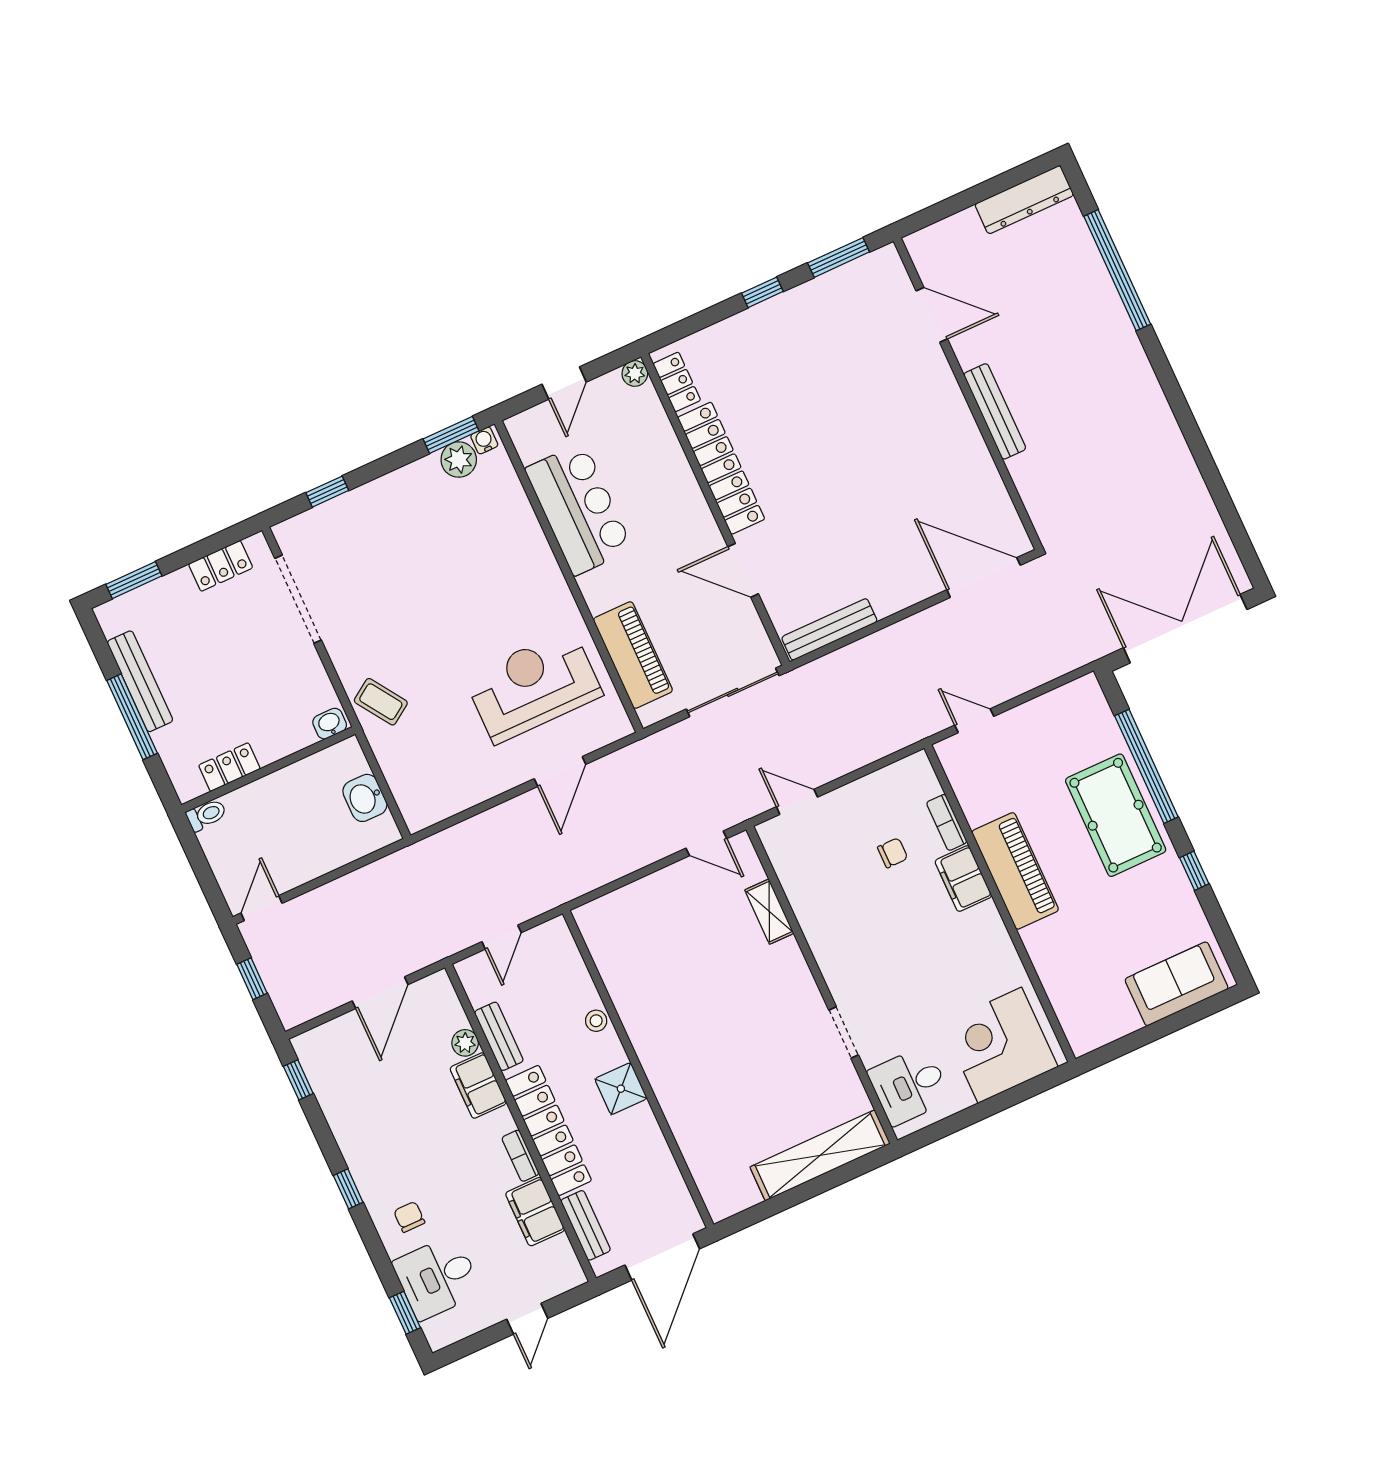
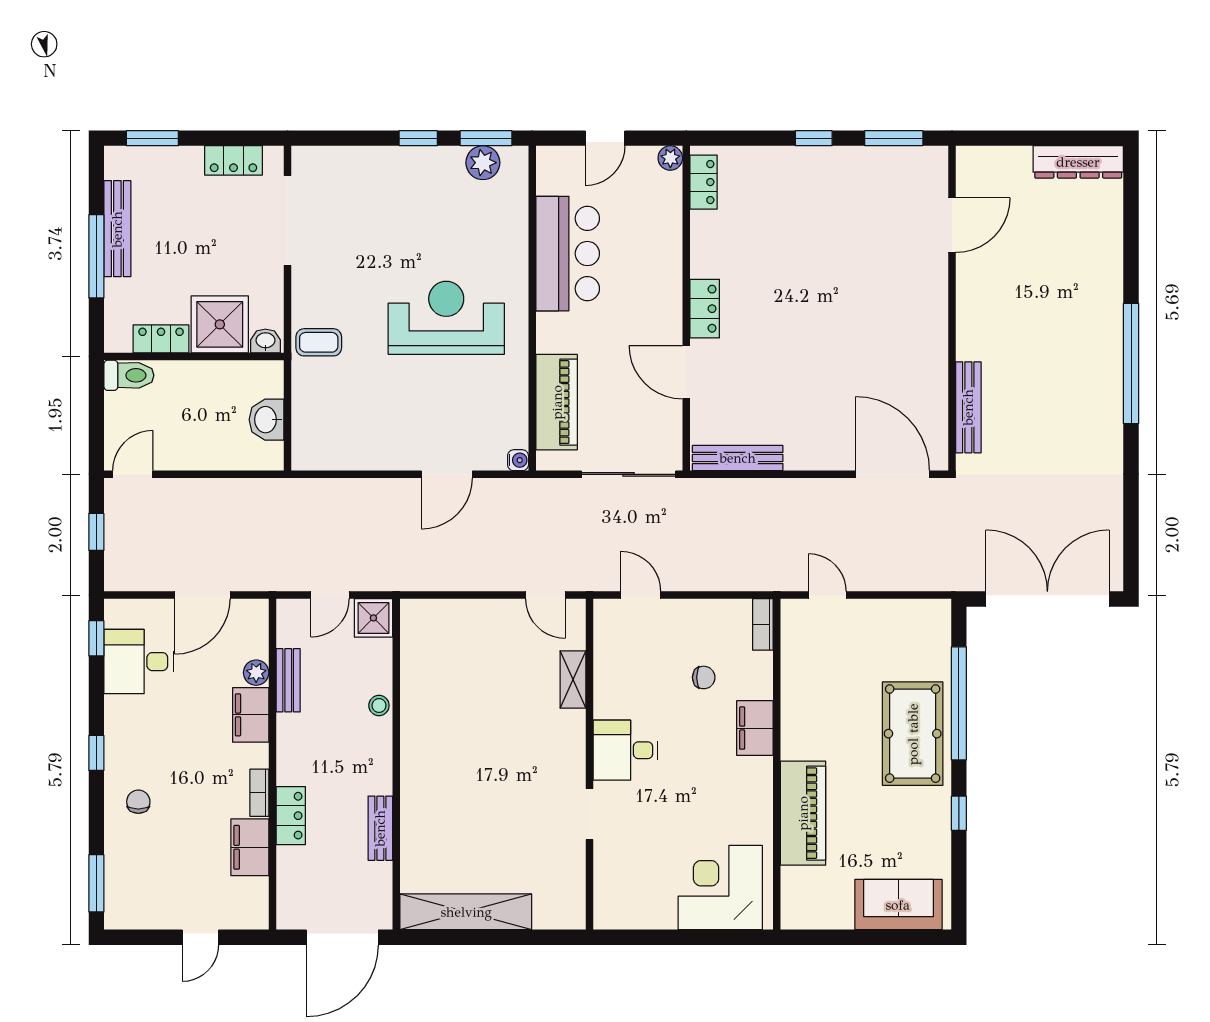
window: (1117, 270) -> (1131, 364), moved
door: (932, 315) -> (952, 225), hinge flipped
bench: (995, 411) -> (968, 407), moved
water cooler: (484, 440) -> (518, 460), moved, turned 90
locker: (721, 468) -> (705, 309), width x0.46, depth x0.83
window: (327, 492) -> (418, 138), moved
reception desk: (533, 686) -> (446, 318), moved
coffee table: (381, 702) -> (319, 342), turned -56
shower: (279, 728) -> (220, 324), added
toilet: (206, 815) -> (129, 375), width x1.37, depth x1.39
bookcase: (947, 822) -> (763, 624), moved
piano: (1015, 871) -> (803, 813), moved
desk: (909, 1086) -> (626, 750), moved
shower: (621, 1089) -> (373, 618), moved
locker: (548, 1130) -> (291, 816), width x0.46, depth x0.83
shelving: (820, 1155) -> (466, 912), moved
bench: (586, 1225) -> (380, 828), moved
desk: (437, 1277) -> (139, 662), moved
window: (405, 1313) -> (96, 883), width x1.50

